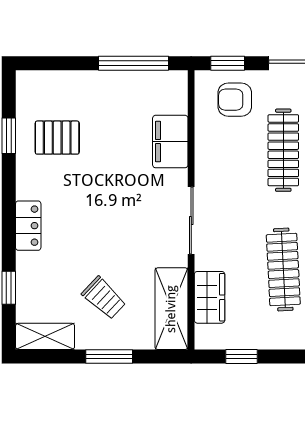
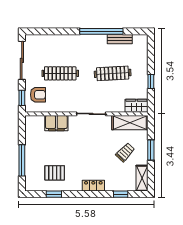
window: (134, 63) -> (22, 160), moved
armchair: (235, 100) -> (38, 95), turned -90
pallet: (57, 138) -> (55, 173), turned 90
wardrobe: (210, 297) -> (136, 106), moved
window: (242, 356) -> (151, 81), moved

